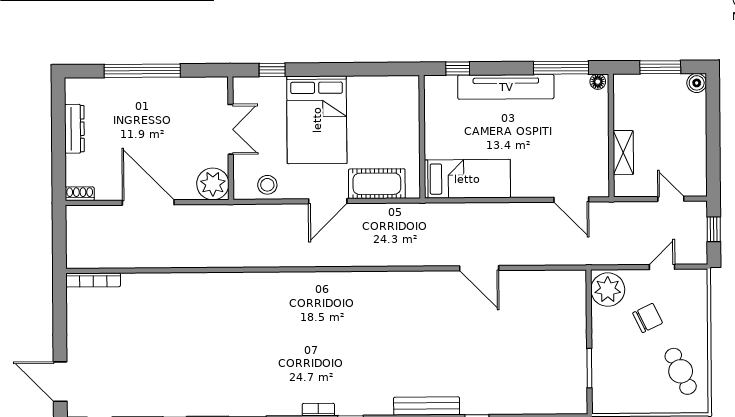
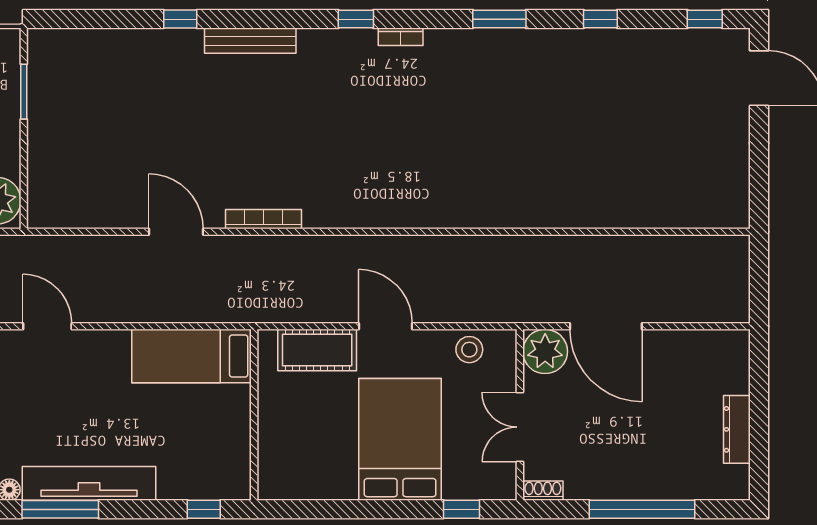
tv unit: (506, 87) -> (89, 483), moved
shoe rack: (80, 194) -> (543, 491), moved, turned 180
door: (328, 201) -> (386, 326), hinge flipped
door: (148, 202) -> (606, 326), moved
bookcase: (93, 280) -> (264, 219), moved

